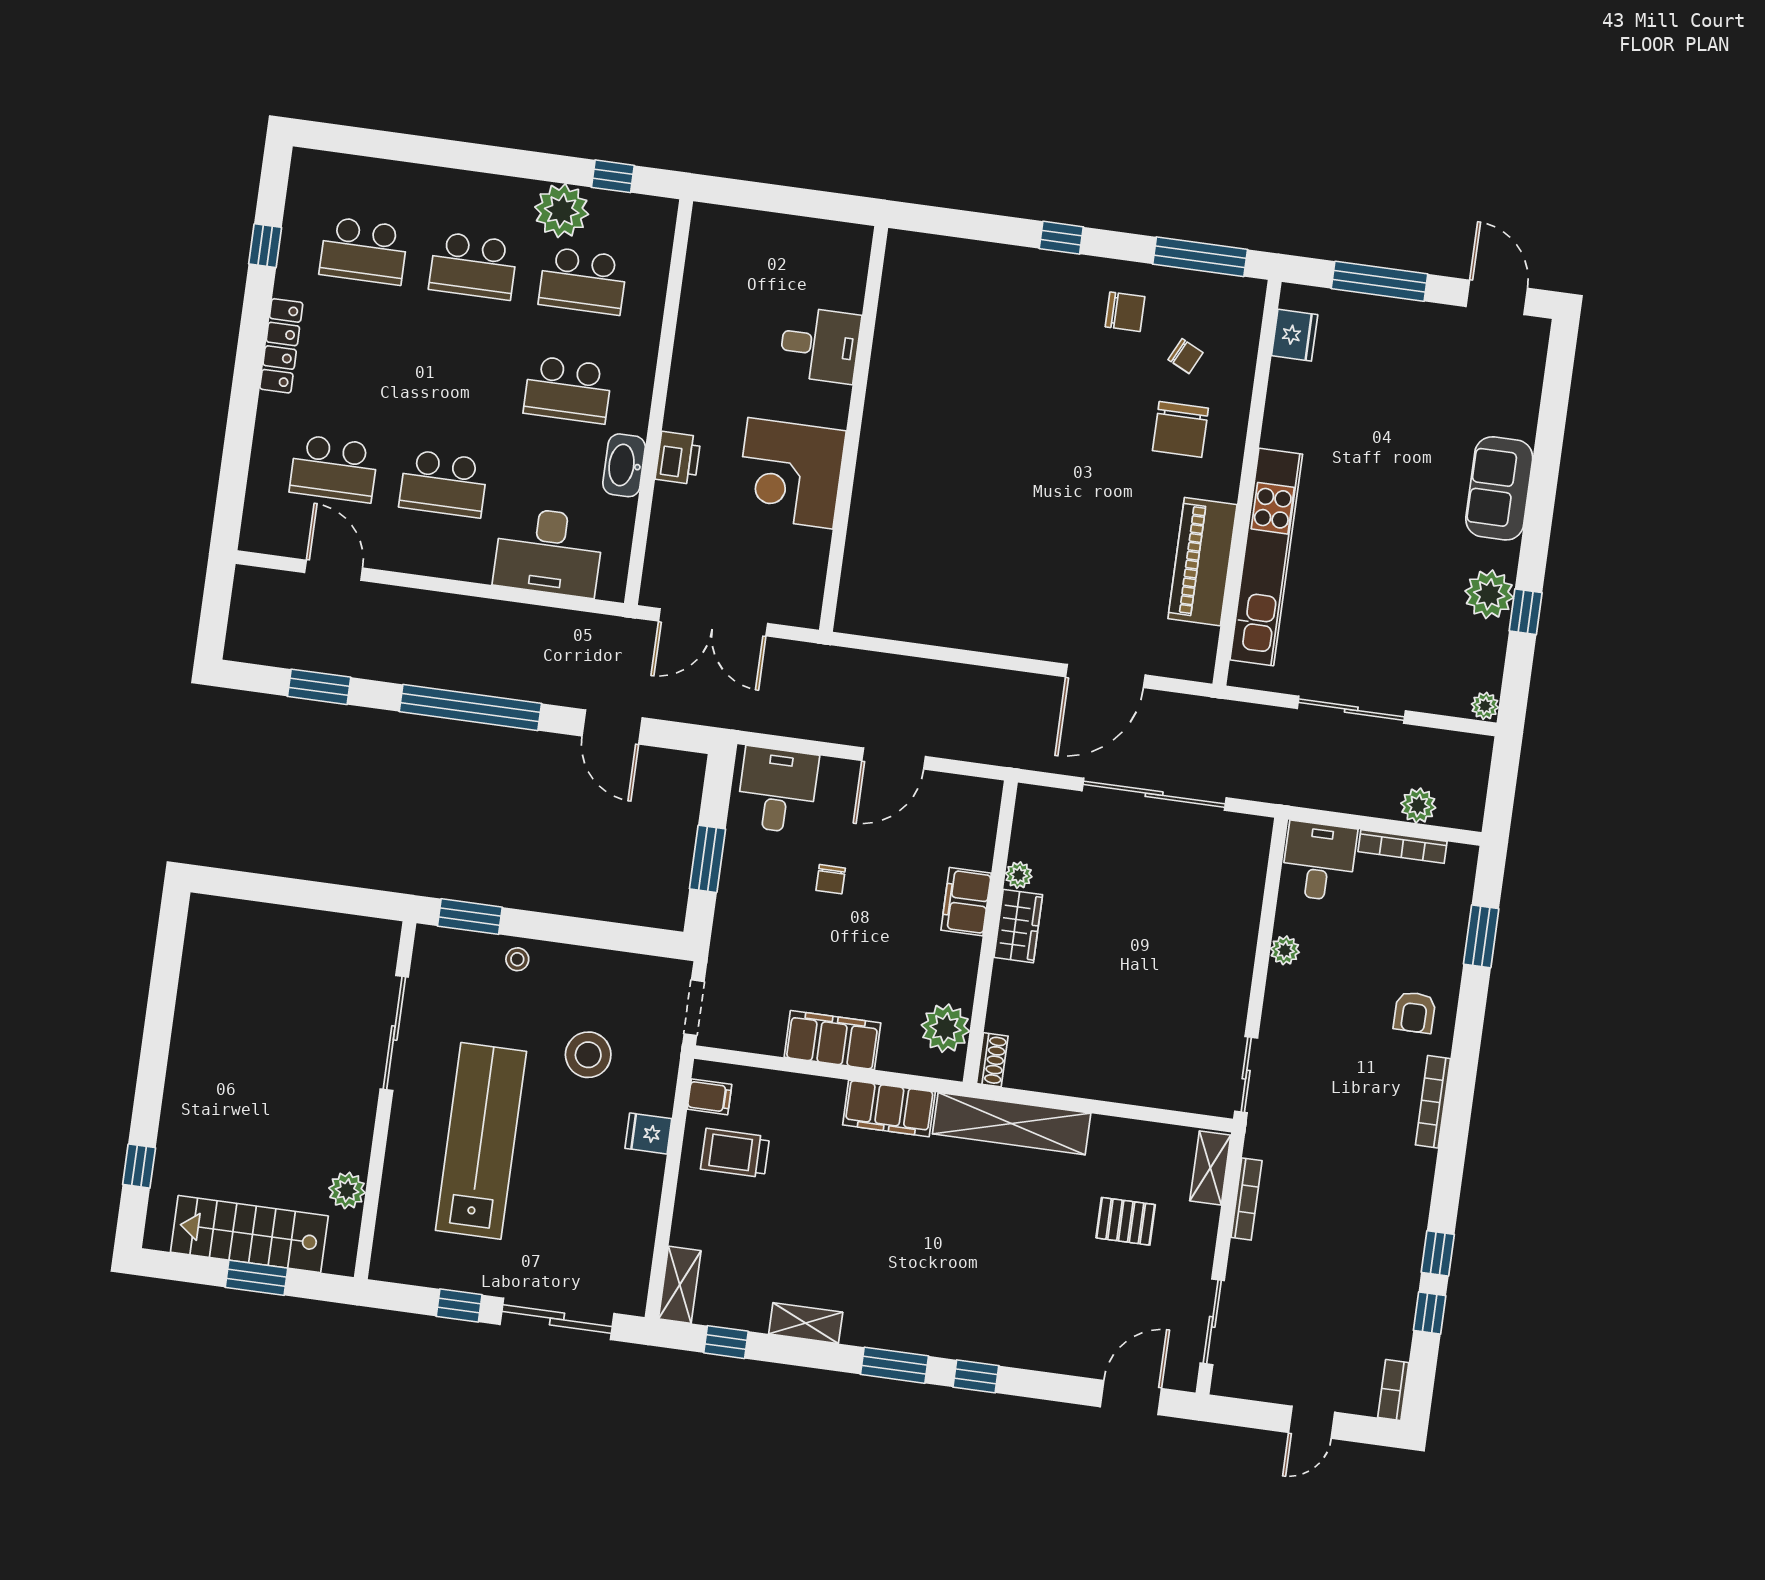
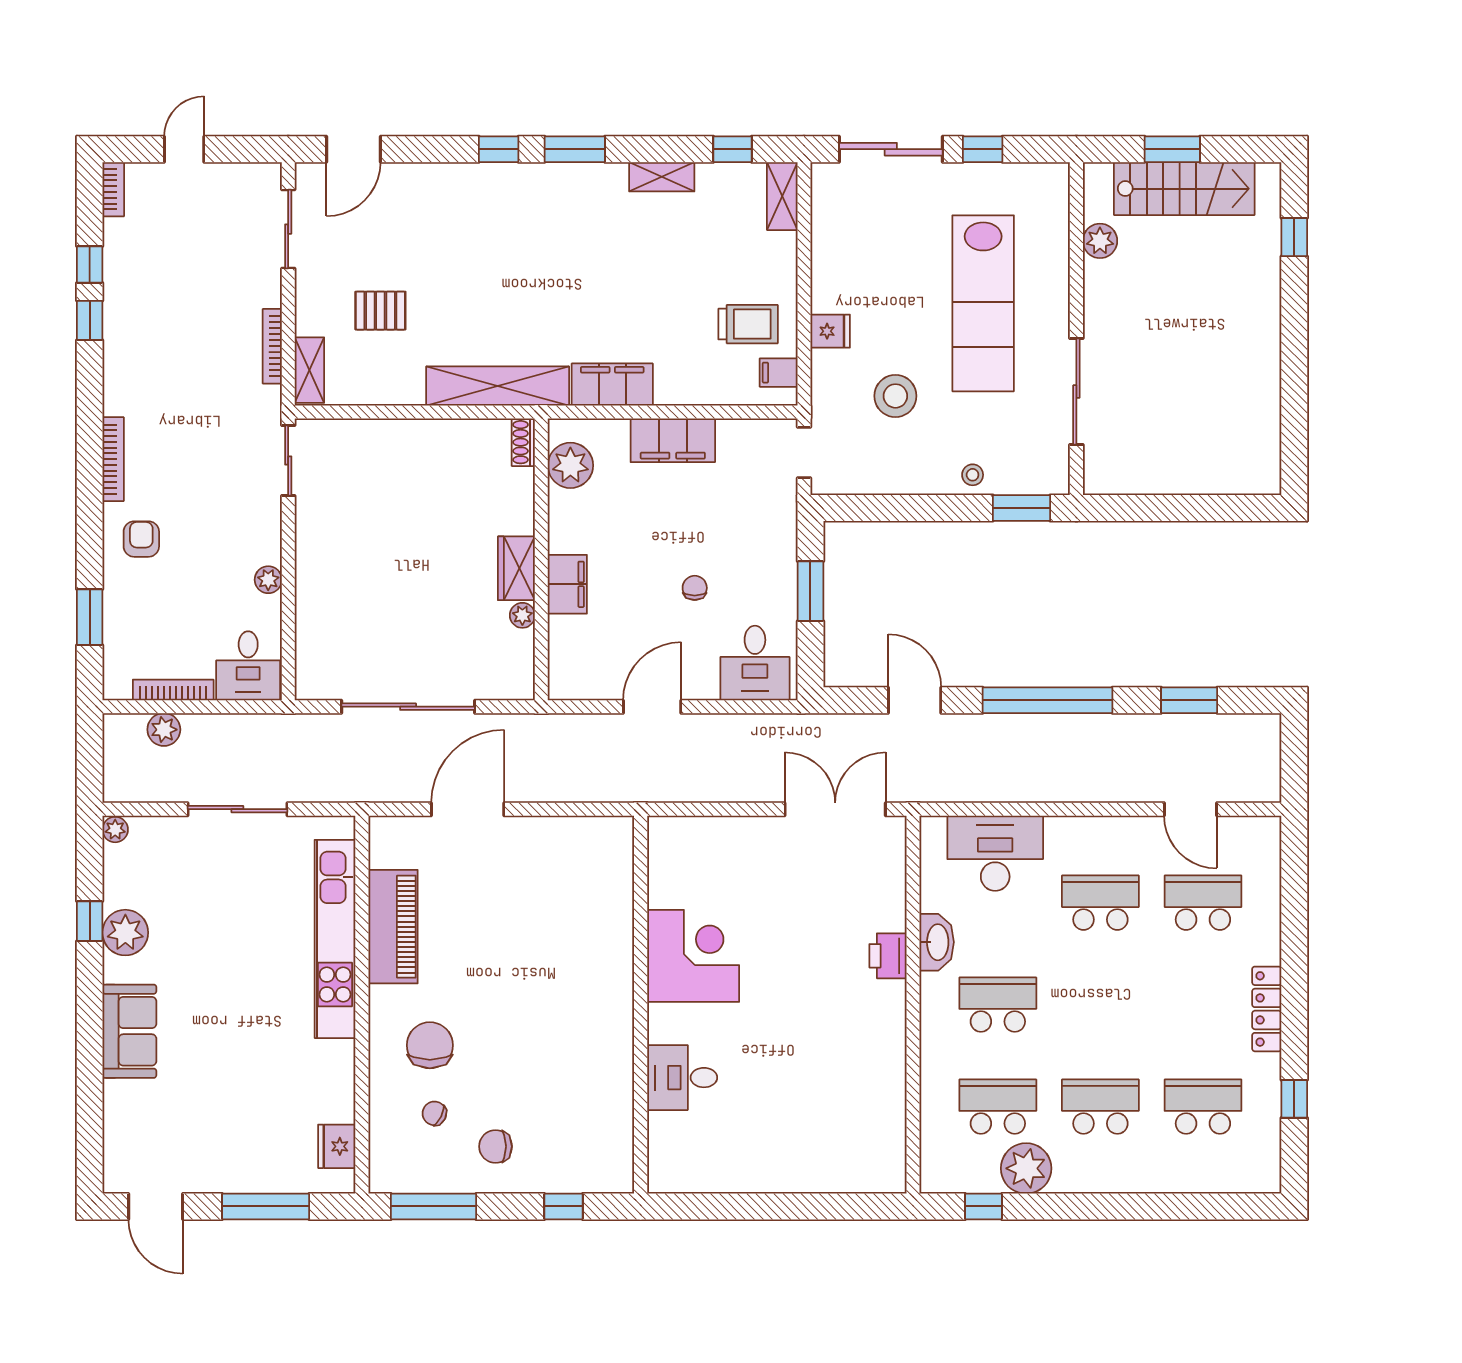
desk: (820, 345) -> (682, 1078), moved
wall: (854, 429) -> (641, 1005), moved
corner desk: (790, 473) -> (693, 956), moved

